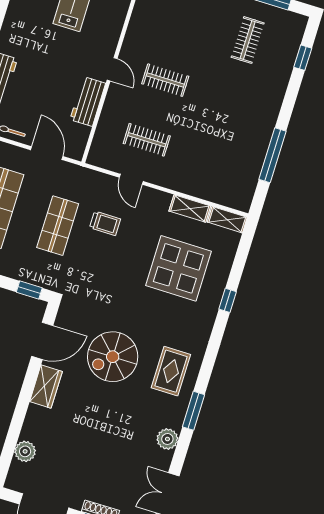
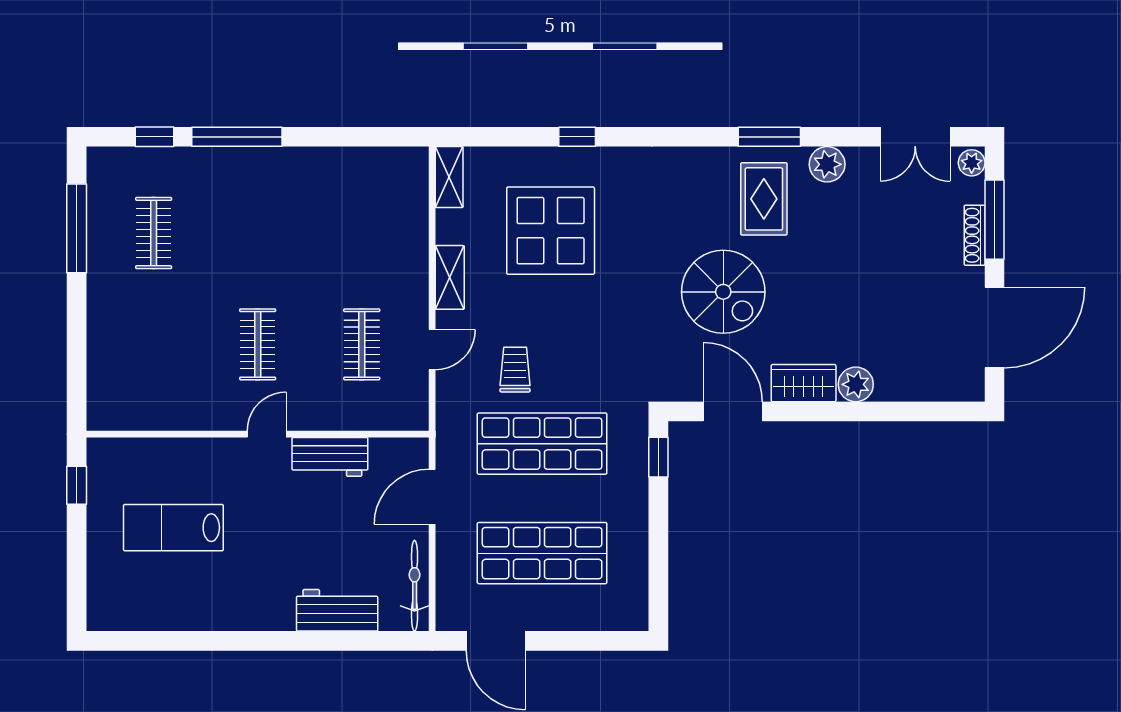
clothes rail: (248, 40) -> (154, 233), turned 90
window: (273, 155) -> (237, 137), moved
shelving: (190, 209) -> (450, 277), moved
shop shelf: (58, 226) -> (542, 444), width x1.43, depth x1.36
rug: (171, 371) -> (764, 199), moved, turned 90
plant: (25, 451) -> (856, 384), moved

